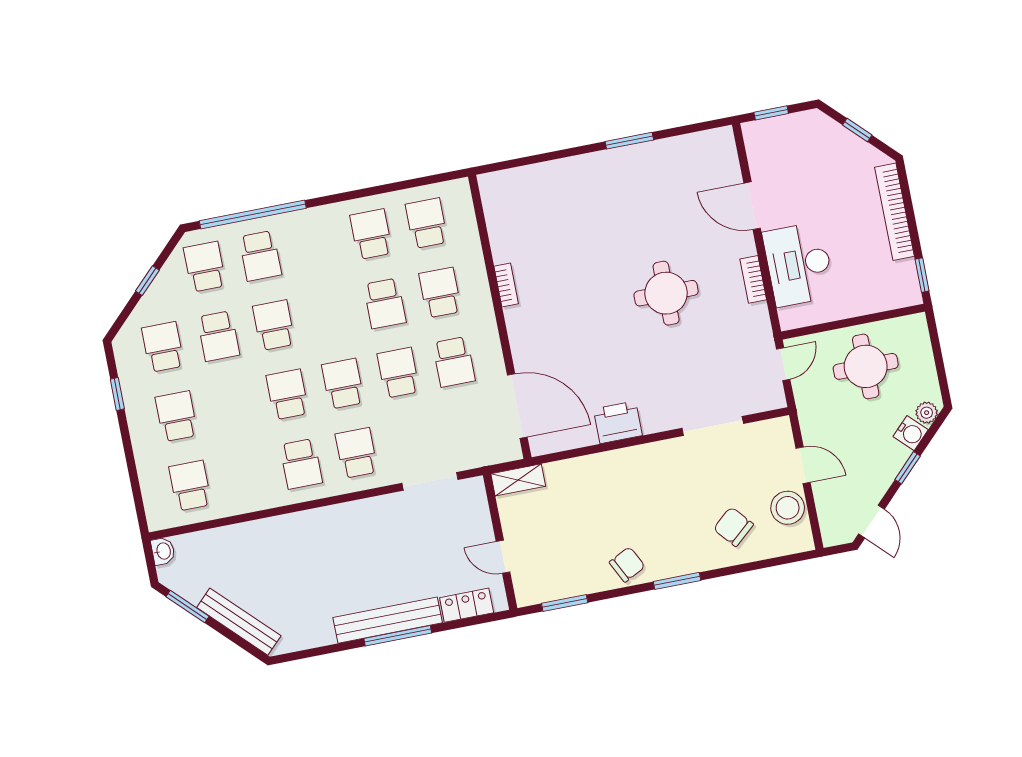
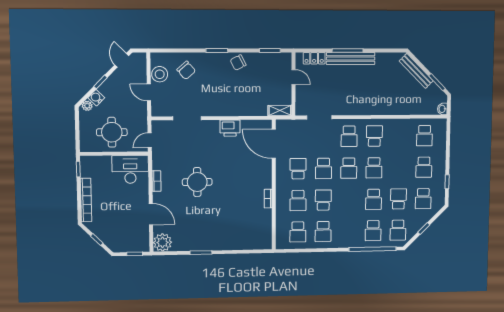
plant: (716, 148) -> (163, 242), added
school desk: (260, 256) -> (373, 231), turned 180
desk: (799, 264) -> (130, 169), moved, turned -90

